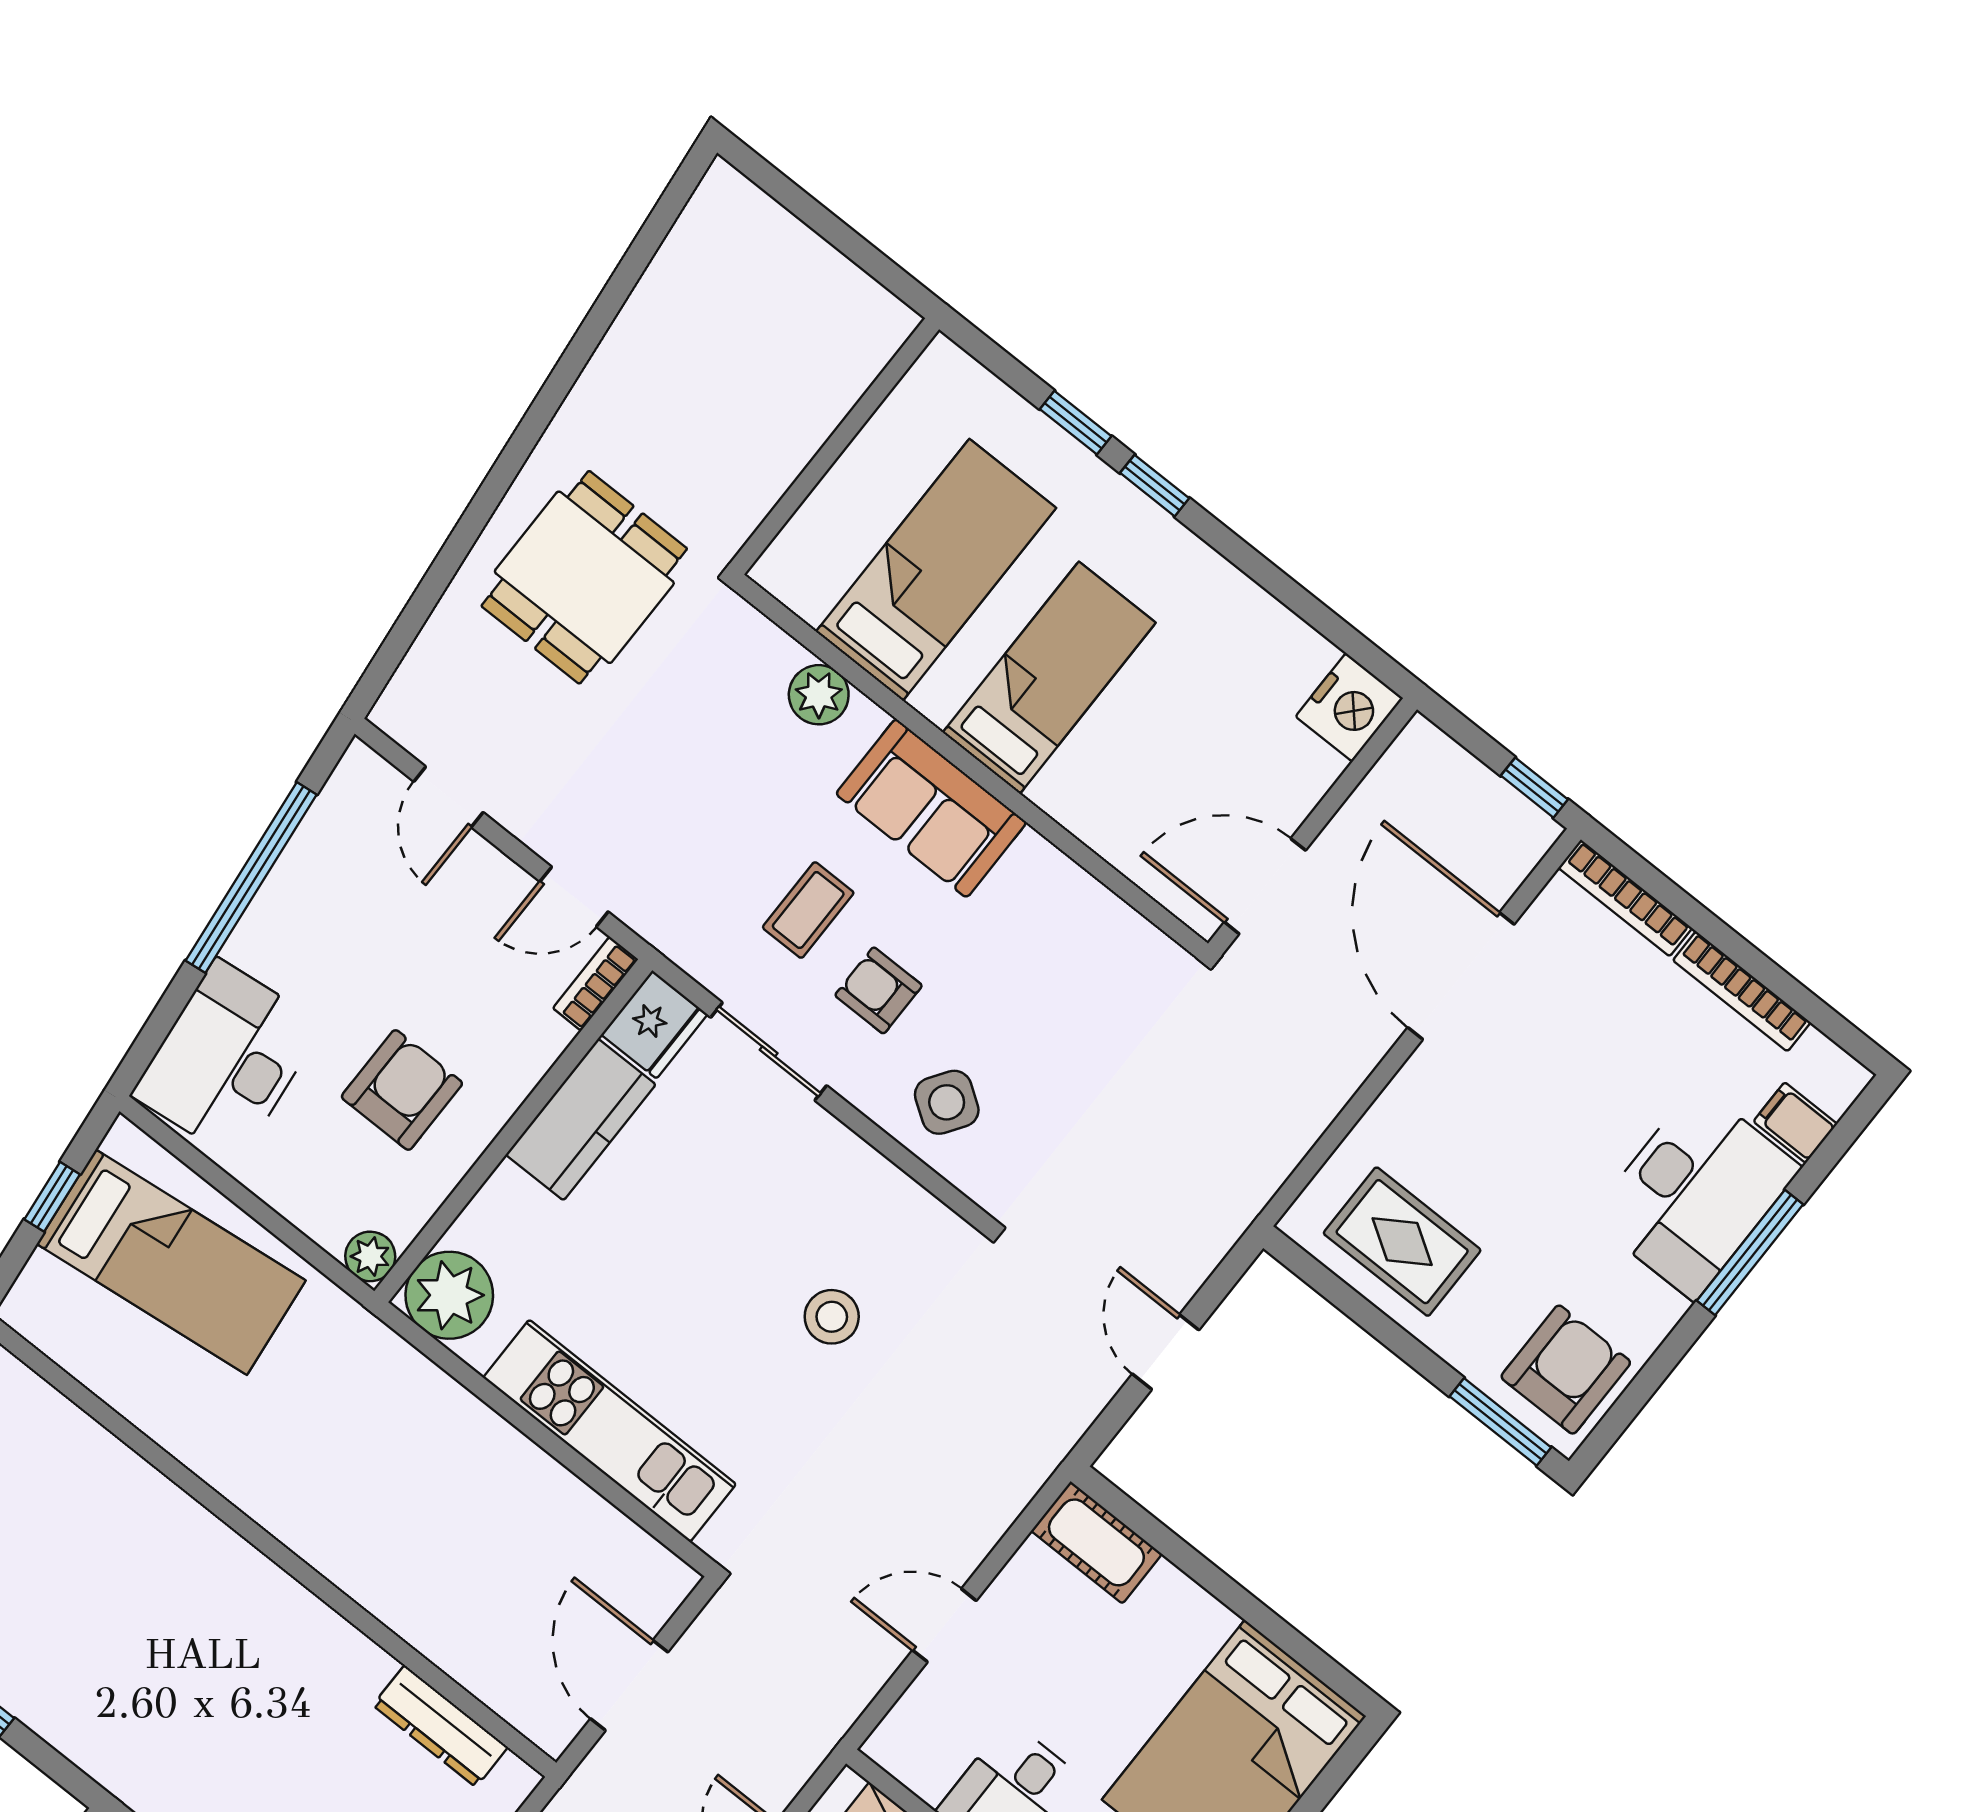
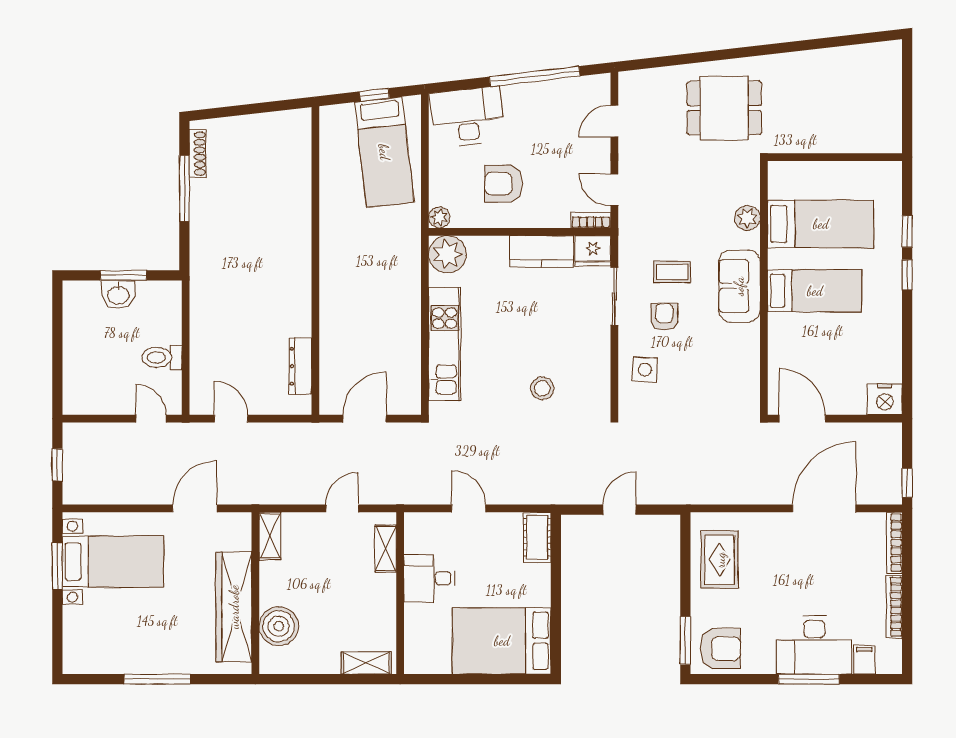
armchair: (402, 1090) -> (504, 184), turned 180
side table: (947, 1102) -> (645, 370), turned -31

